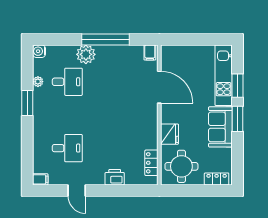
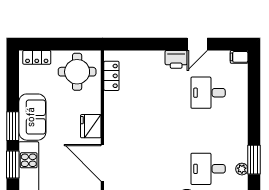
window: (27, 103) -> (254, 160), moved
fridge: (170, 134) -> (91, 126), moved
printer: (115, 177) -> (176, 59), moved
door: (77, 190) -> (197, 44), swing flipped

